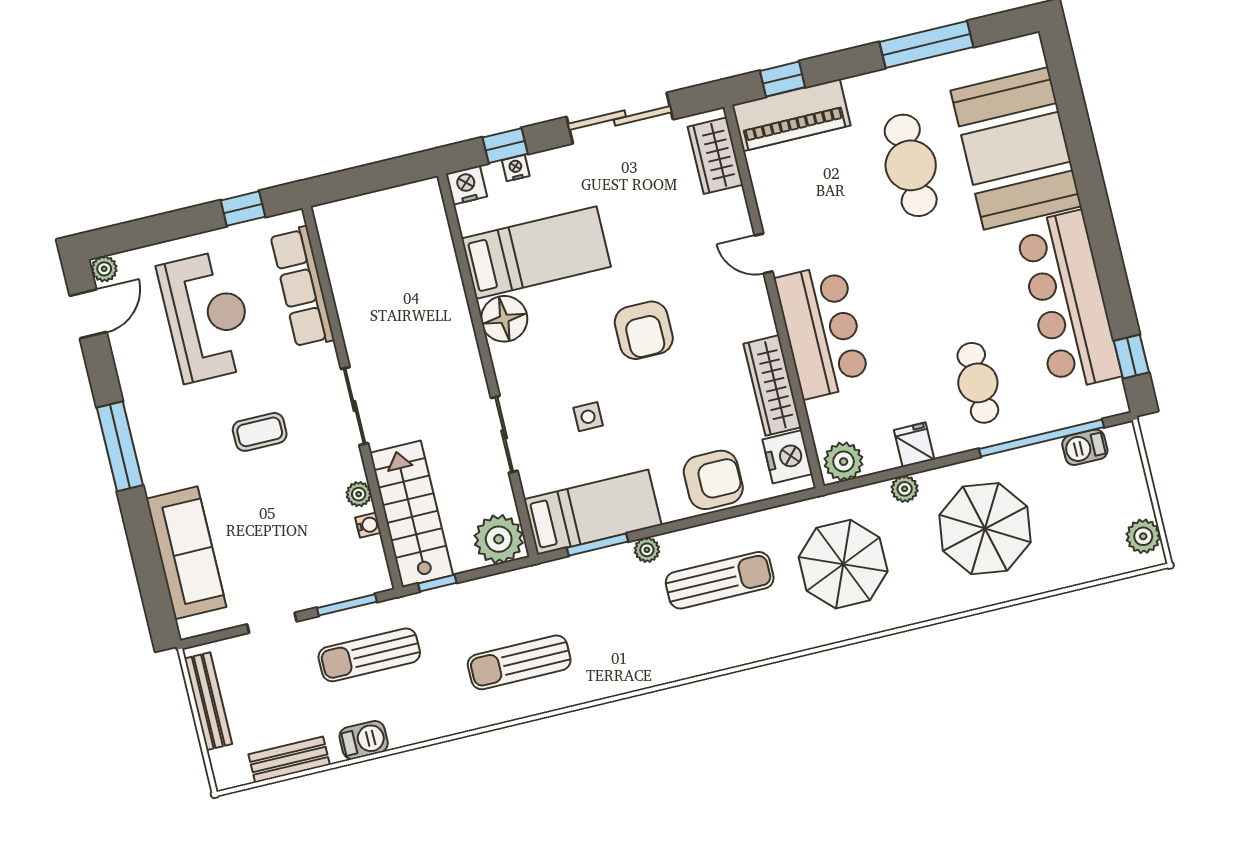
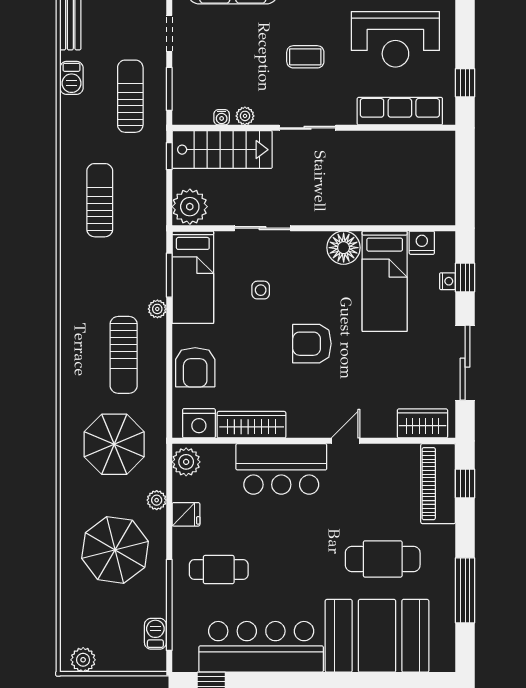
nightstand: (466, 185) -> (422, 243), moved, turned -90
coffee table: (260, 432) -> (305, 57), turned 90

